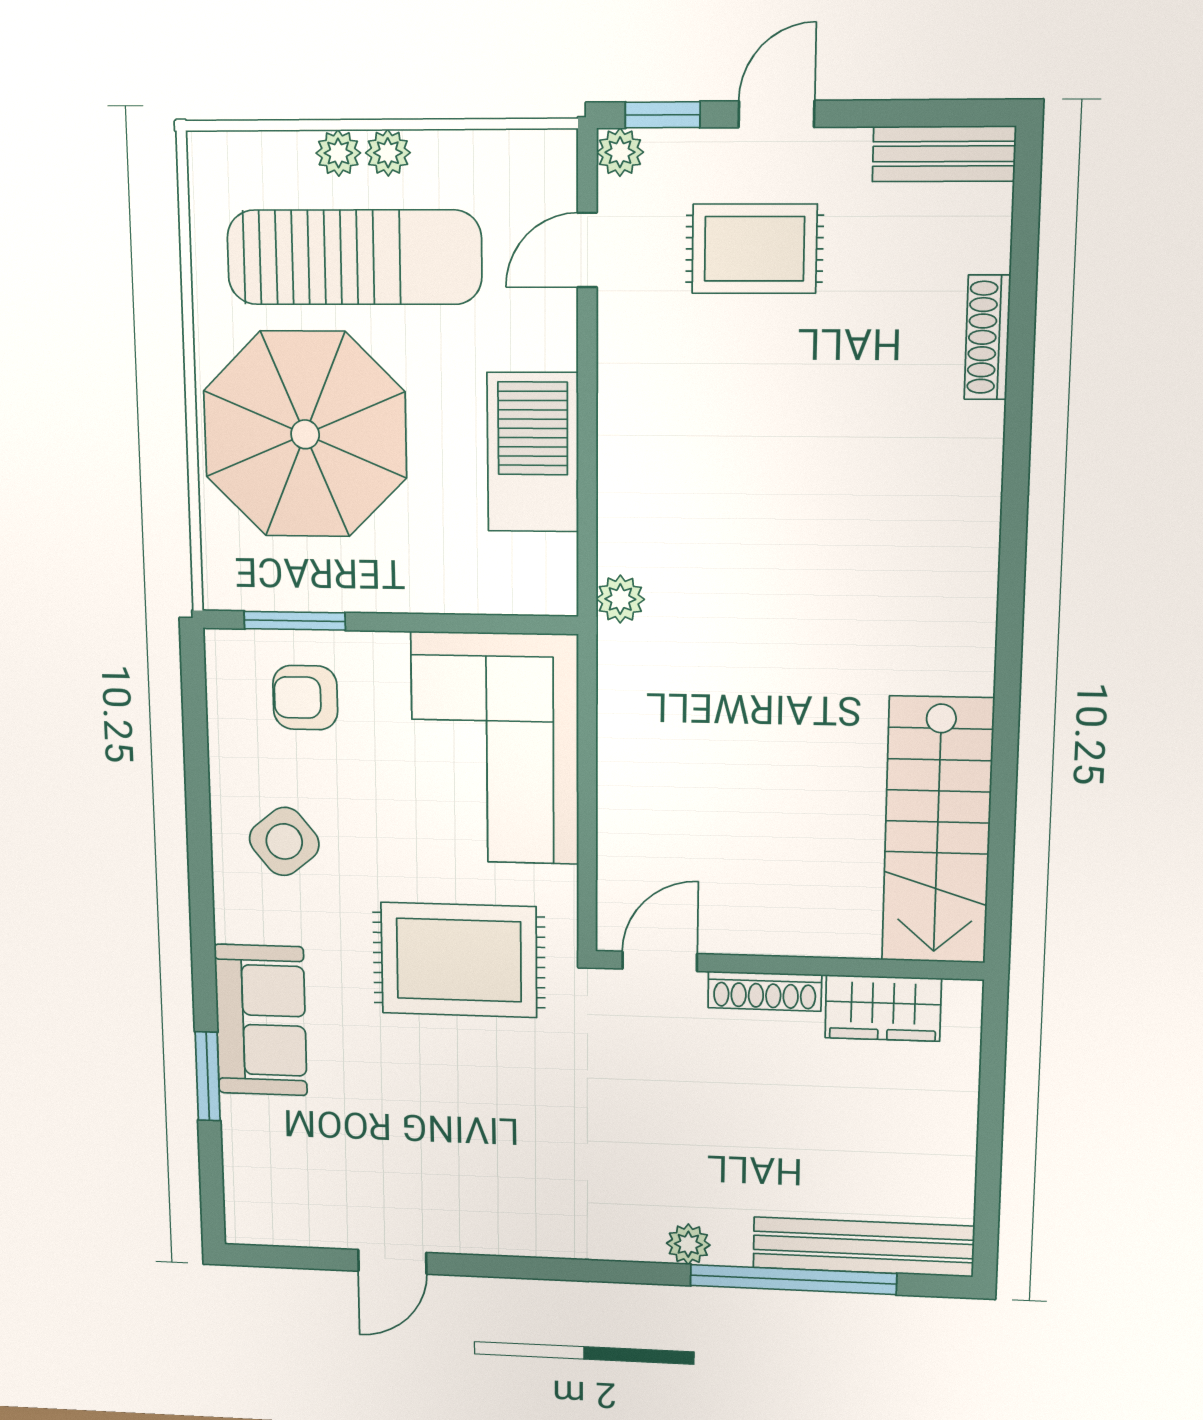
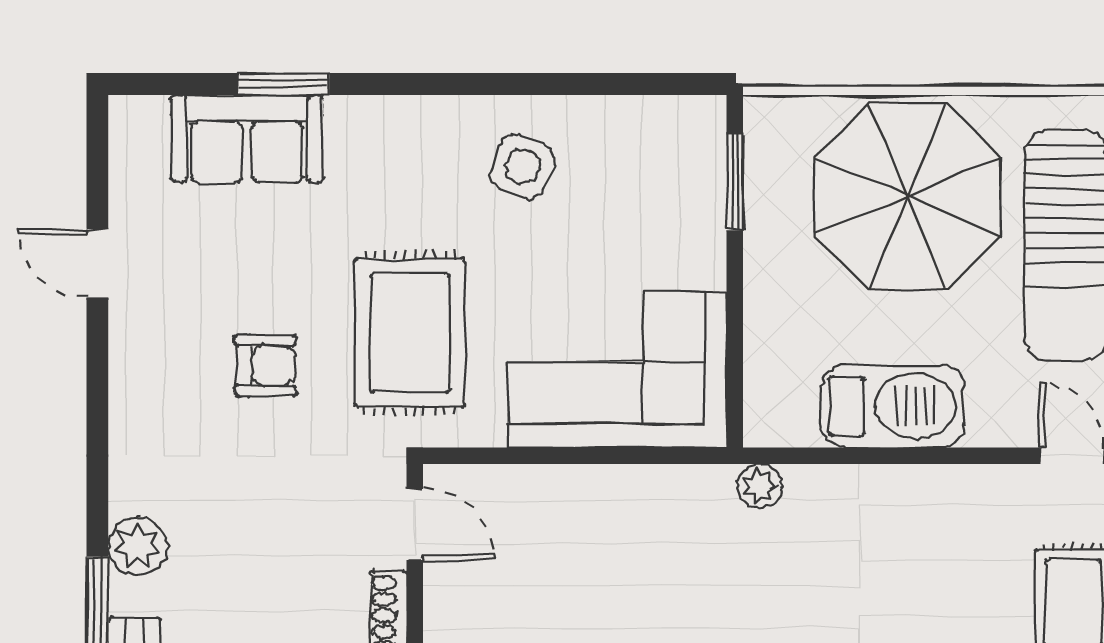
armchair: (305, 698) -> (265, 366), moved, turned 90
side table: (284, 841) -> (522, 167), turned -30
sofa: (261, 1020) -> (247, 139), moved
plant: (688, 1244) -> (137, 546), width x1.38, depth x1.38

